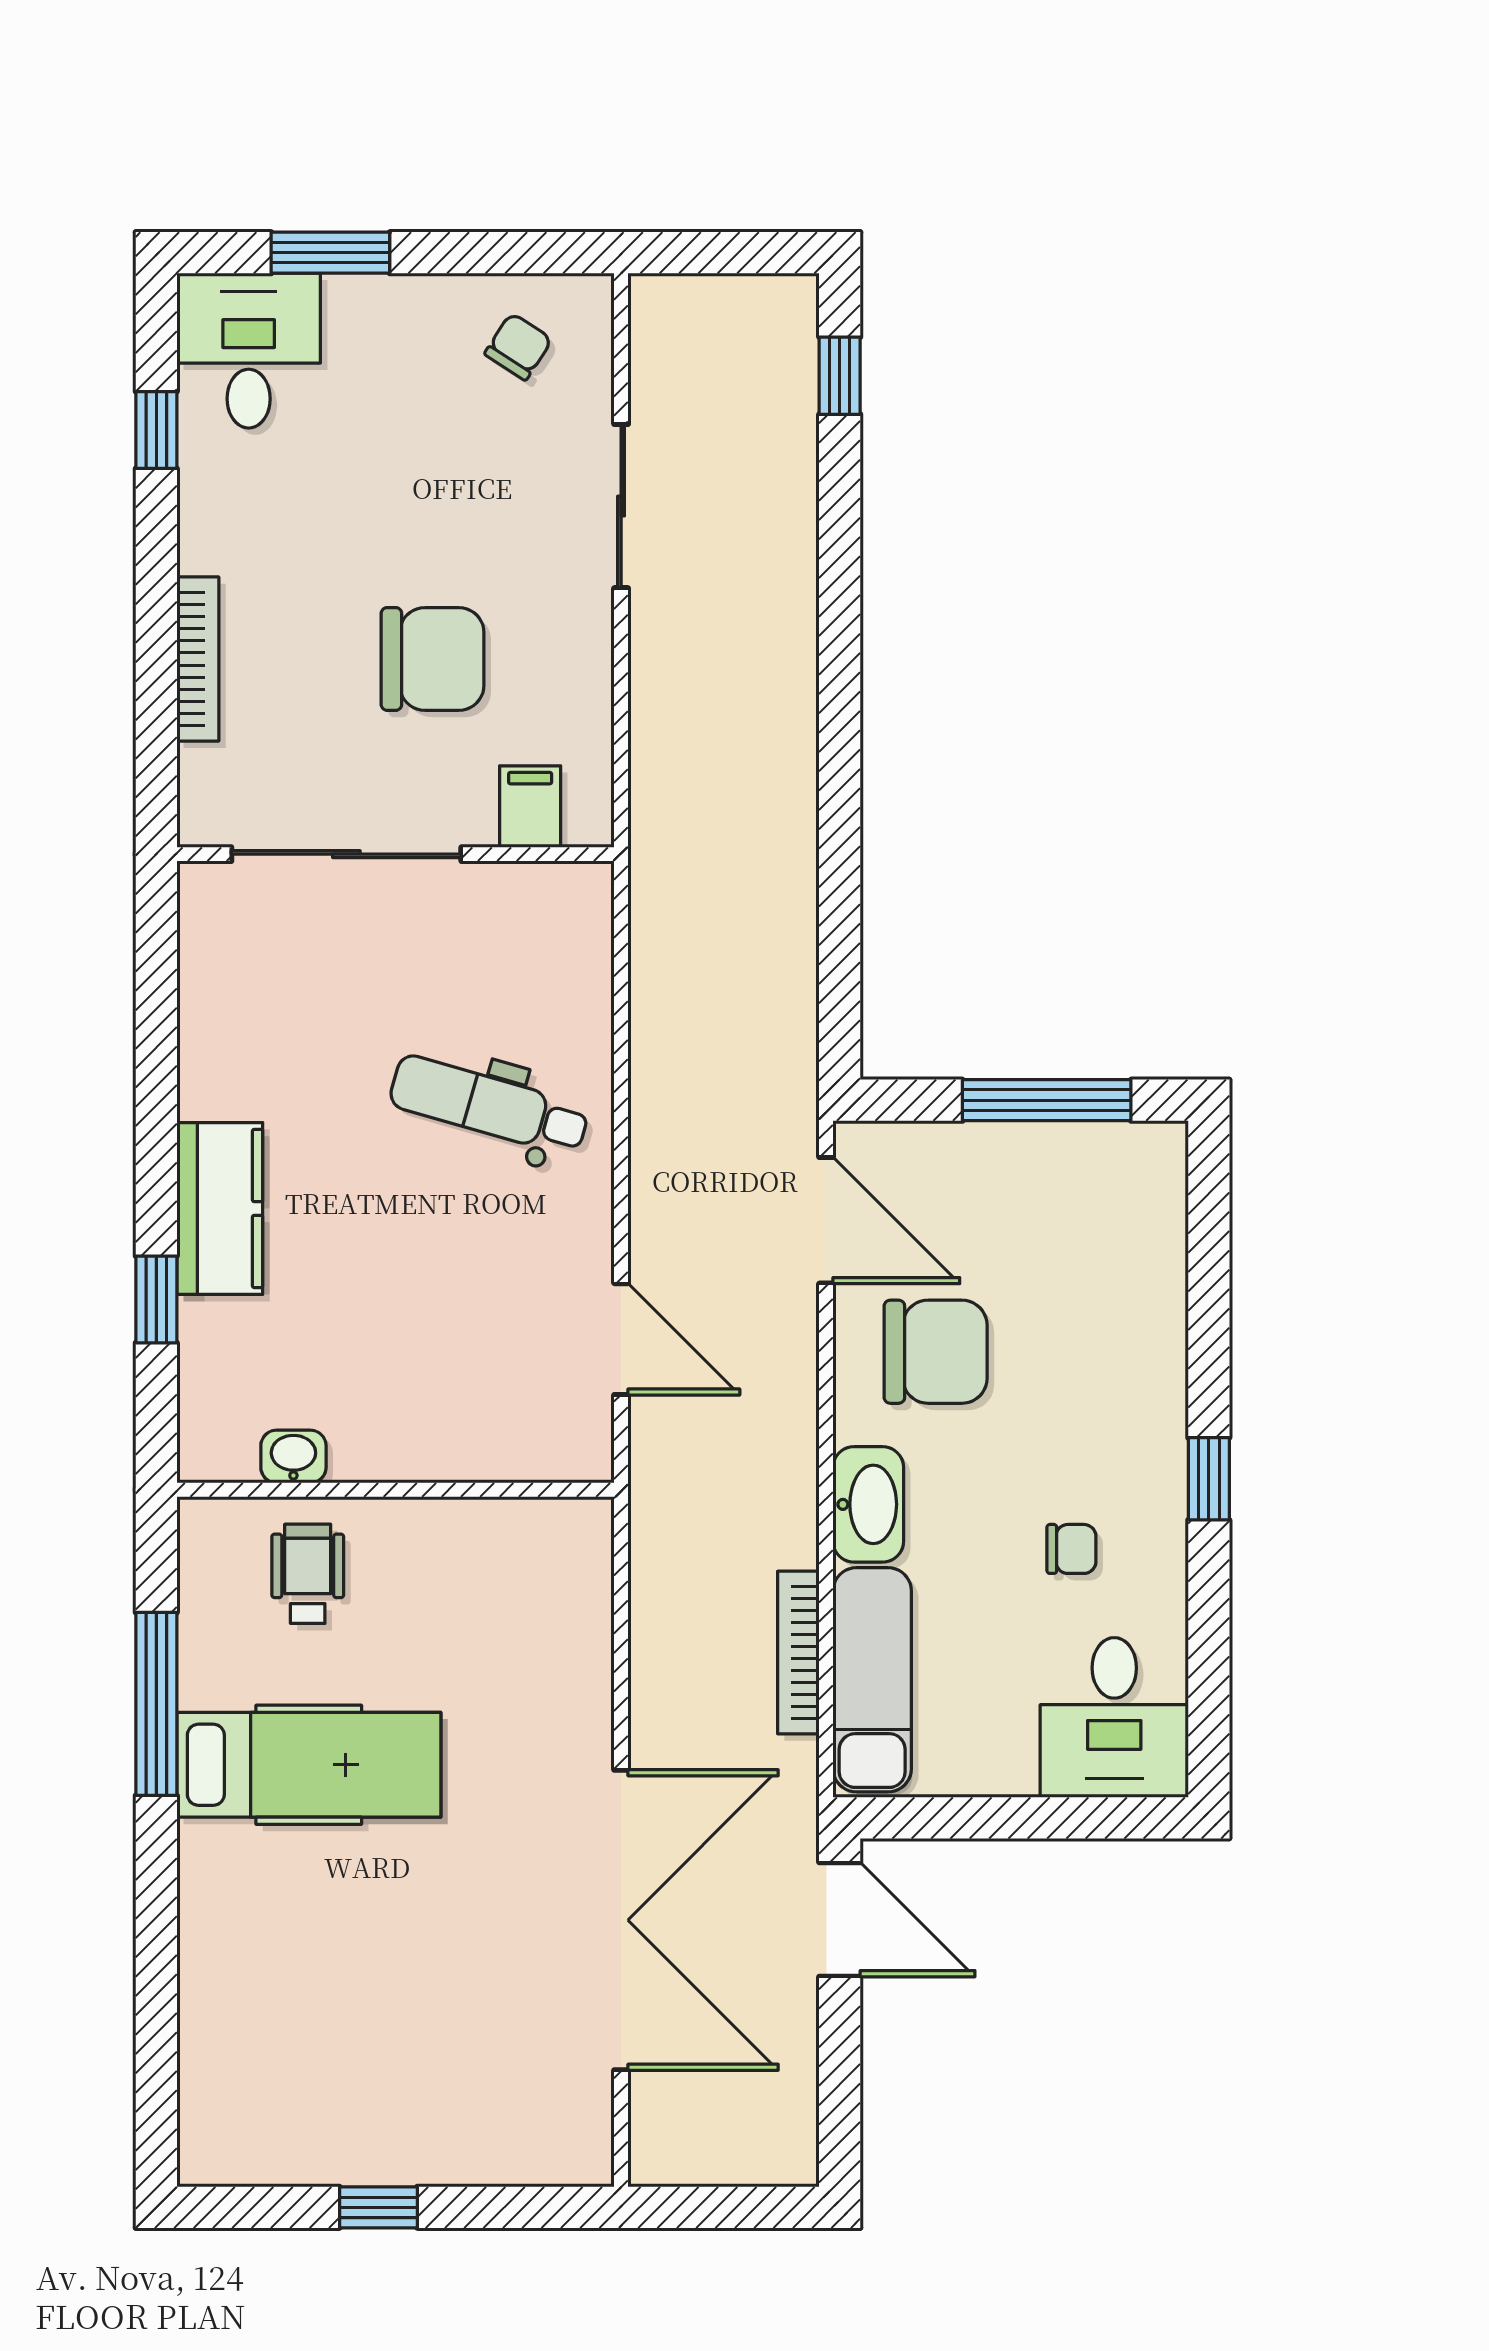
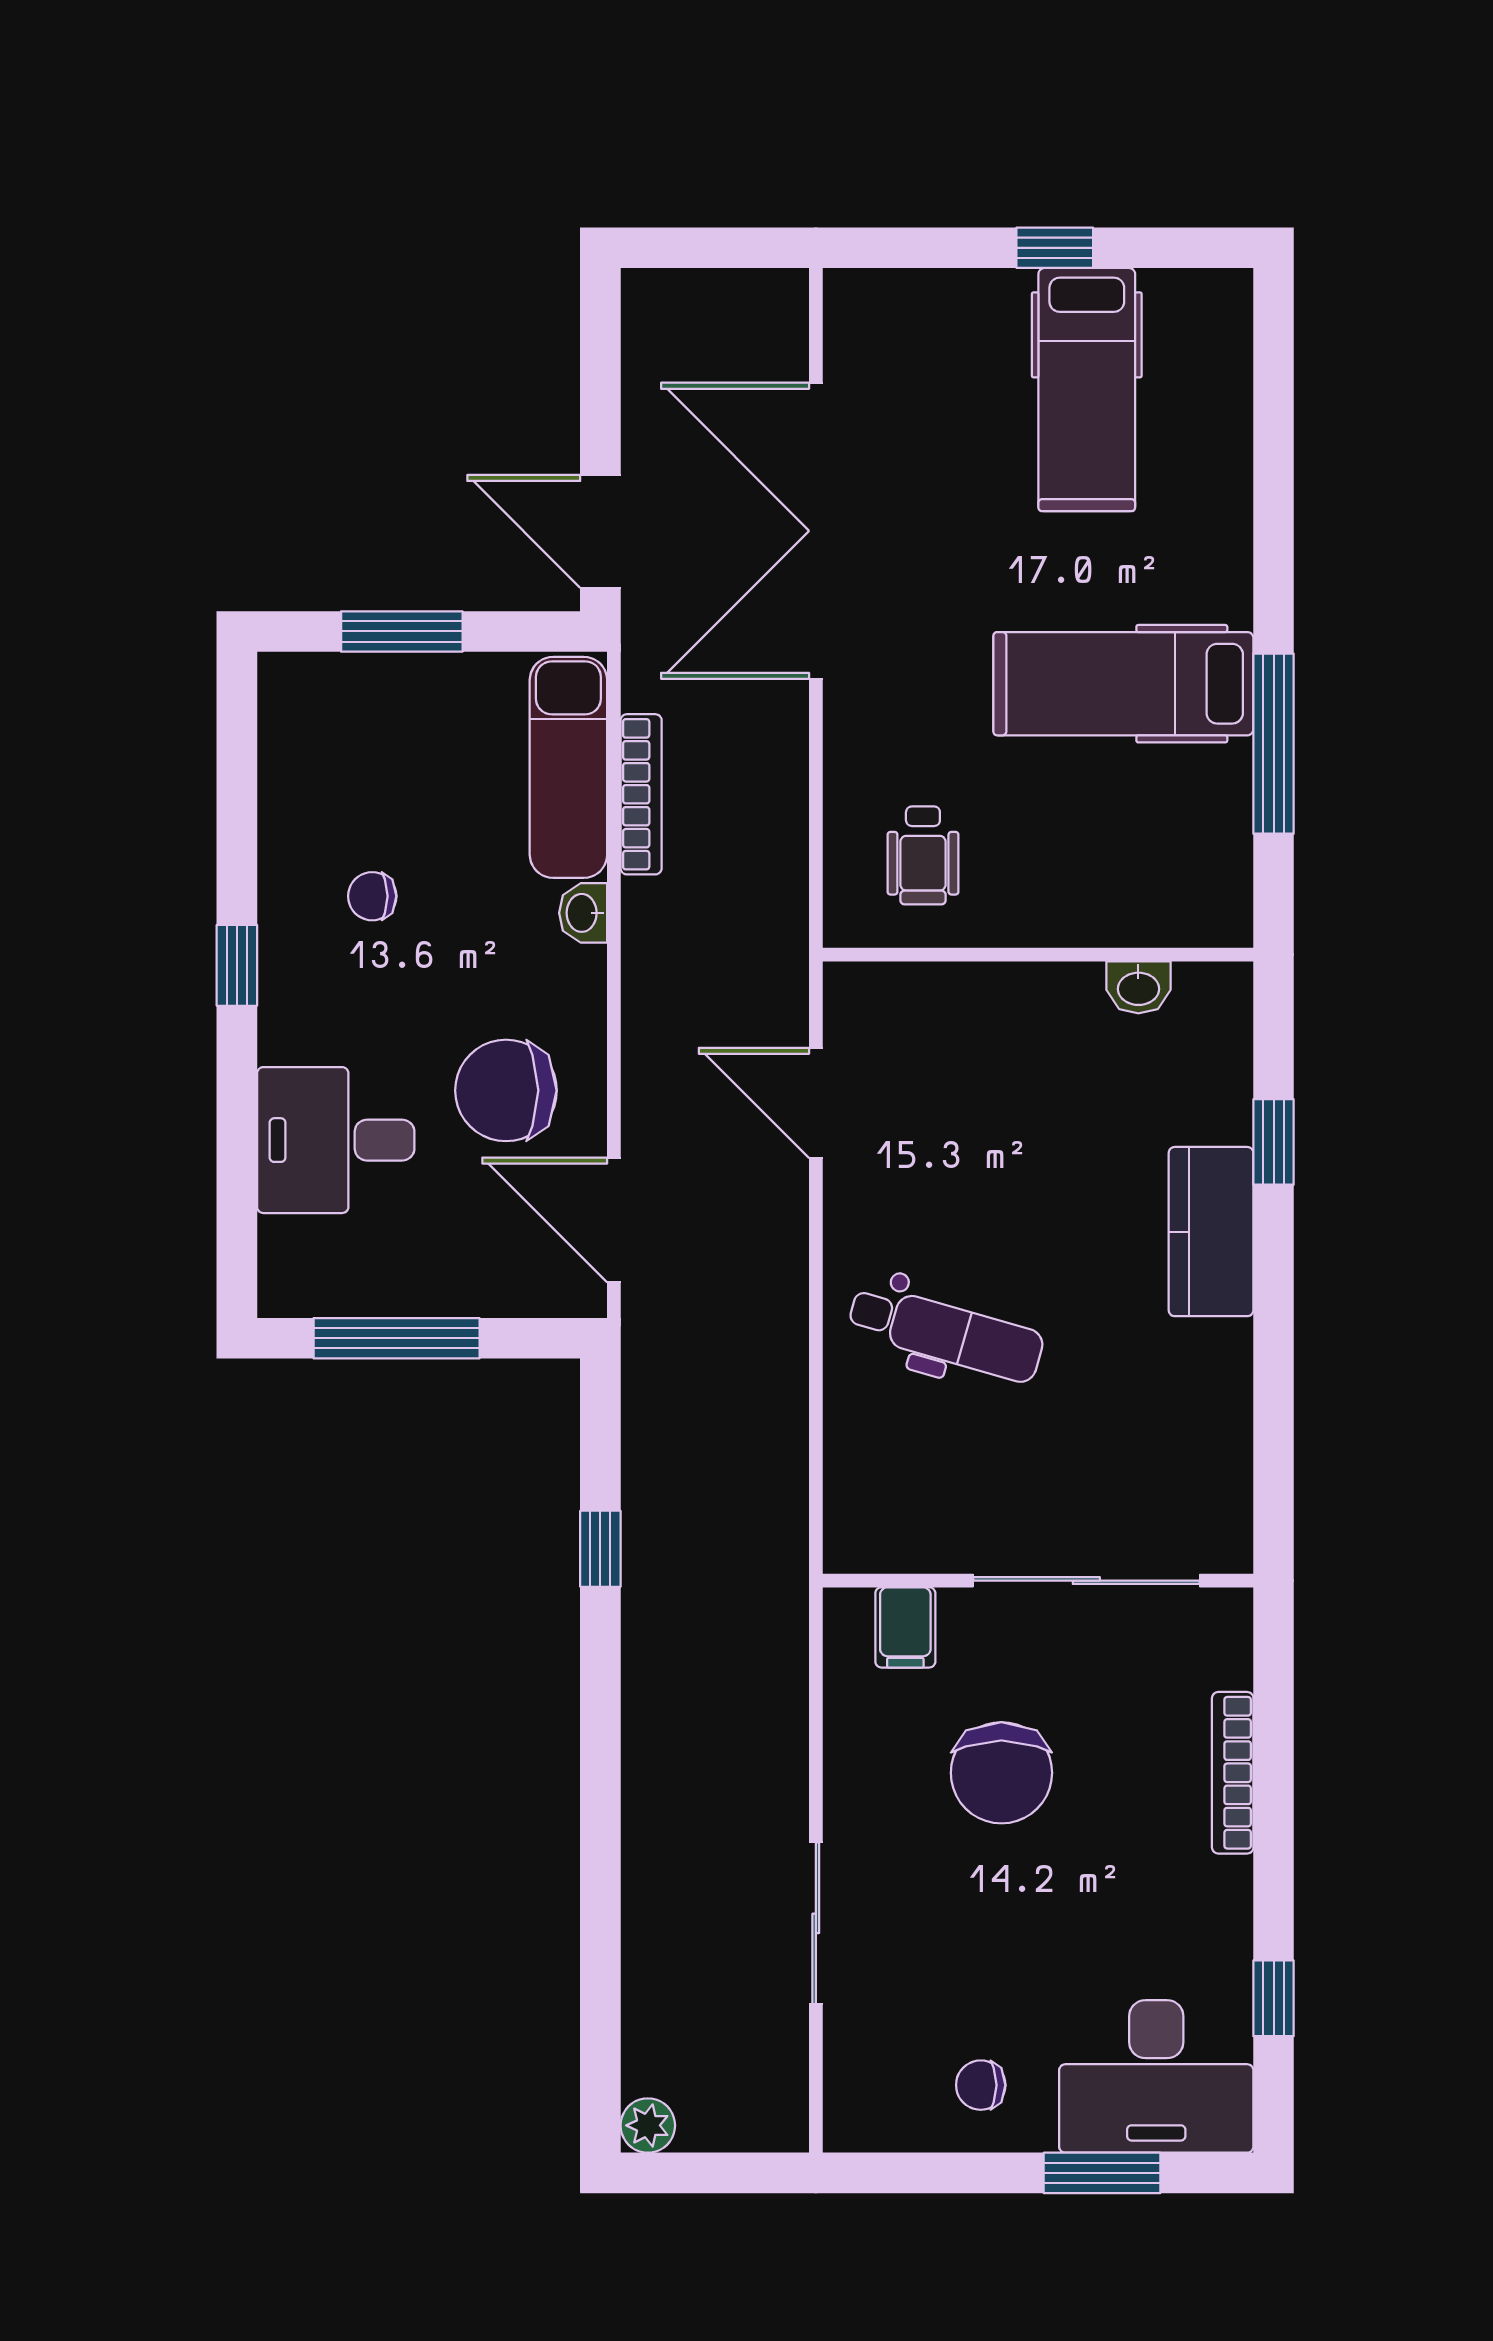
plant: (792, 301) -> (648, 2125), added
chair: (518, 347) -> (981, 2085), moved, turned 57
desk: (249, 351) -> (1156, 2076), width x1.37
window: (840, 376) -> (600, 1549), moved
chair: (433, 659) -> (1001, 1773), turned -90
washbasin: (868, 1504) -> (583, 913), width x0.52, depth x0.69
wheelchair: (308, 1574) -> (923, 855), moved
desk: (1114, 1717) -> (336, 1140), moved, turned -90
window: (1041, 1818) -> (402, 631), added
hospital bed: (346, 2063) -> (1087, 390), added

